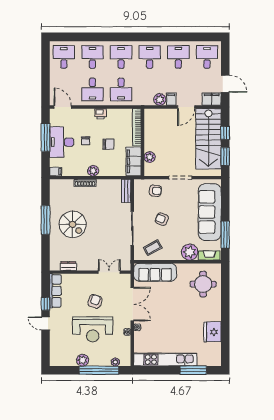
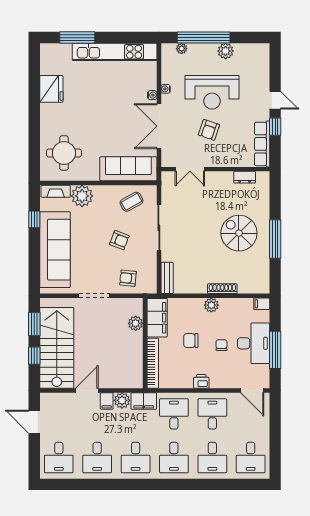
filing cabinet: (212, 99) -> (144, 401), moved
window: (225, 235) -> (34, 219), width x0.46
reception desk: (93, 329) -> (212, 92), turned 180

